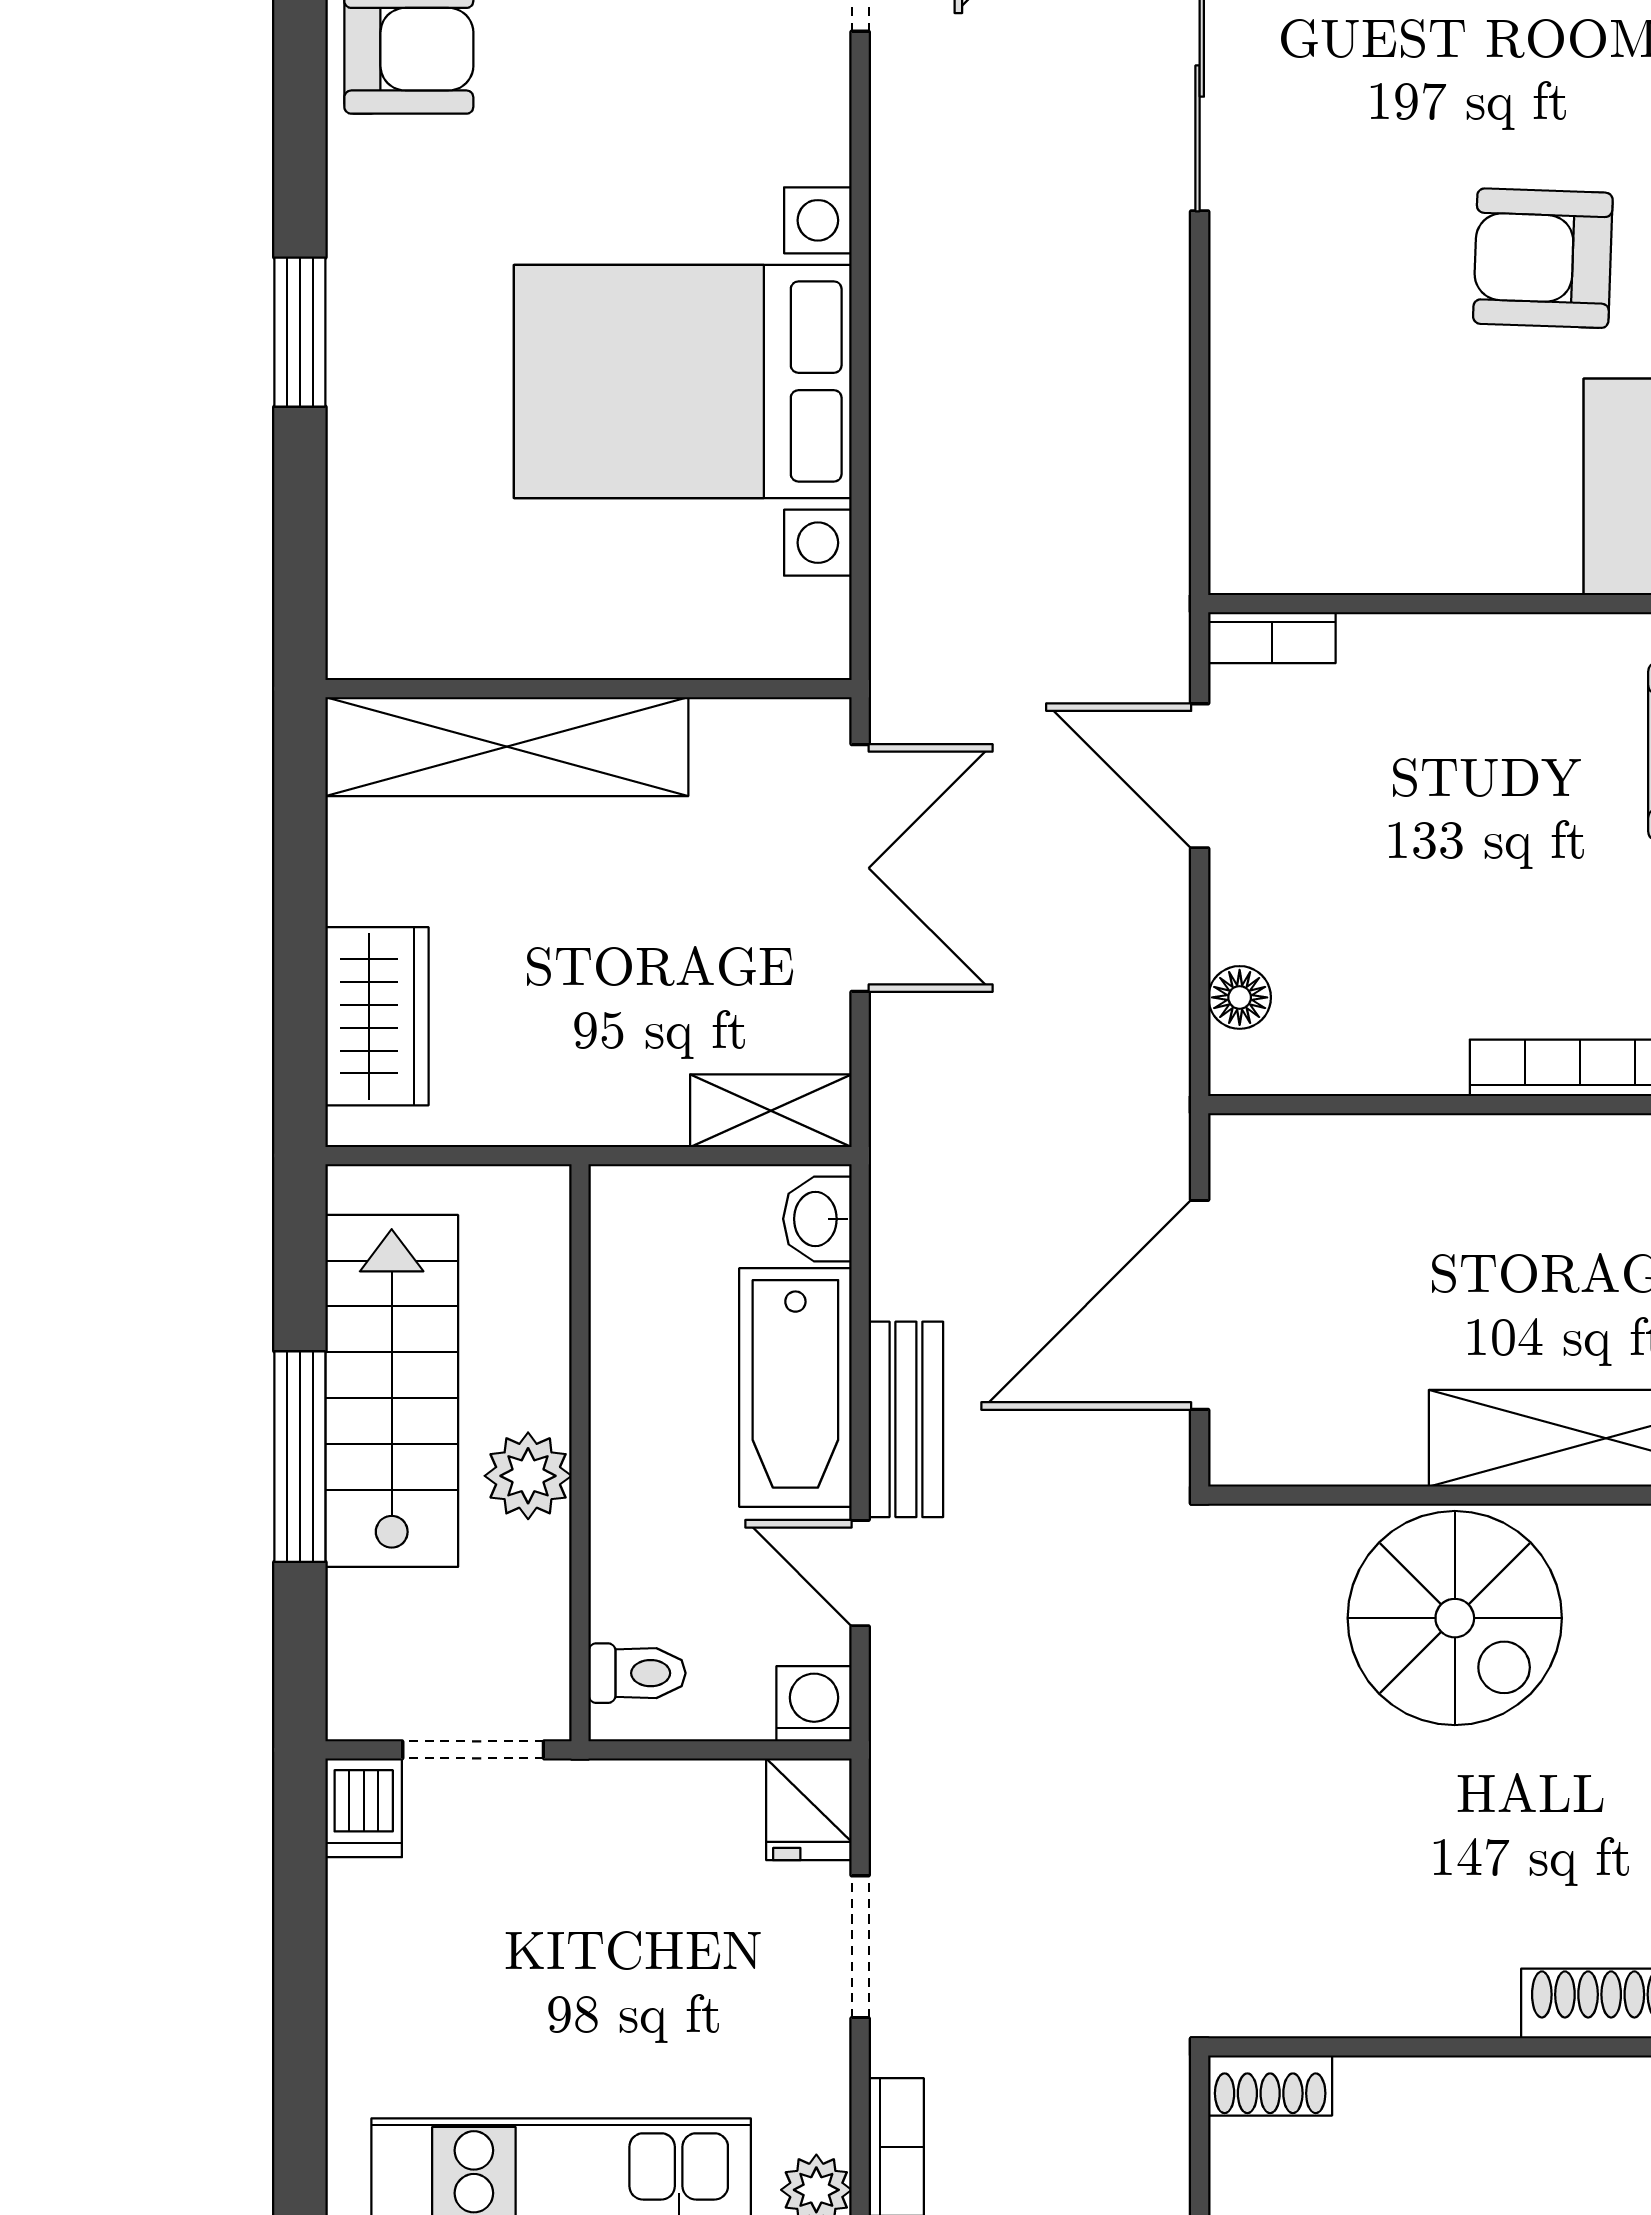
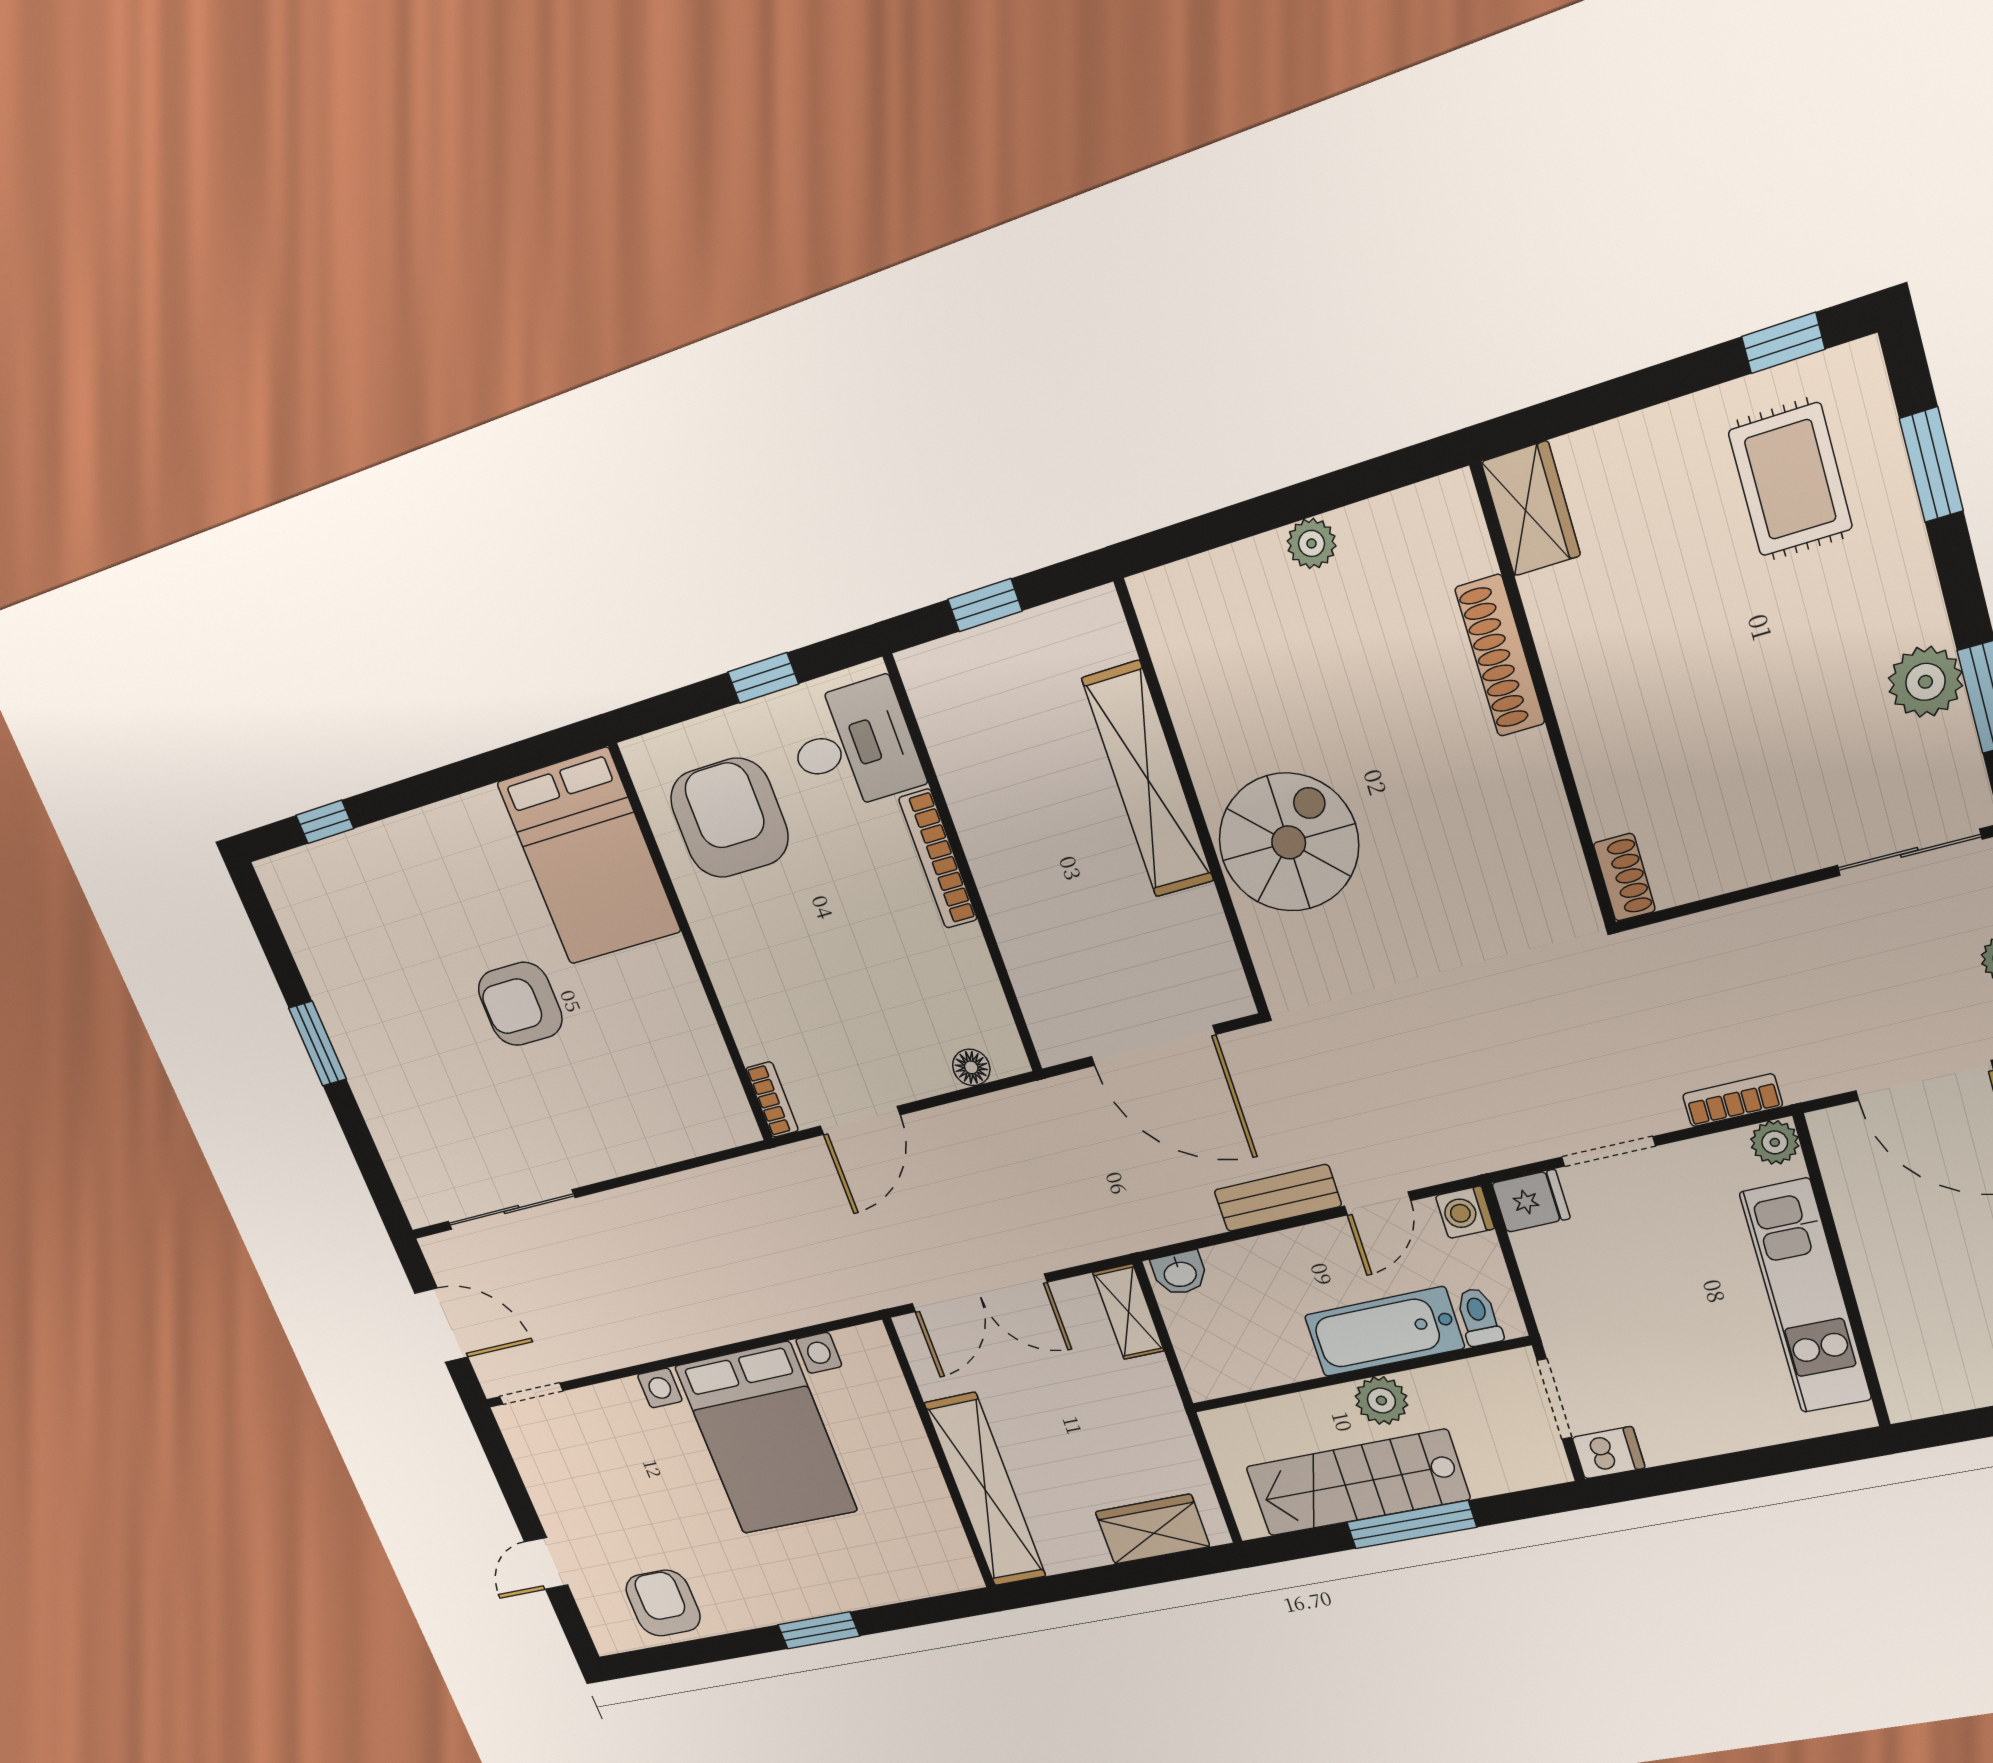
armchair: (1543, 258) -> (520, 1004), turned 88
double door: (860, 868) -> (979, 1293), swing flipped
bathtub: (795, 1388) -> (1384, 1332), moved, turned 180

